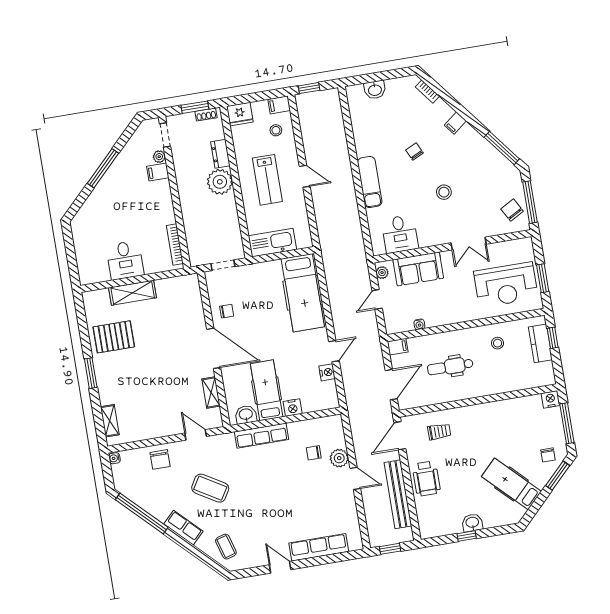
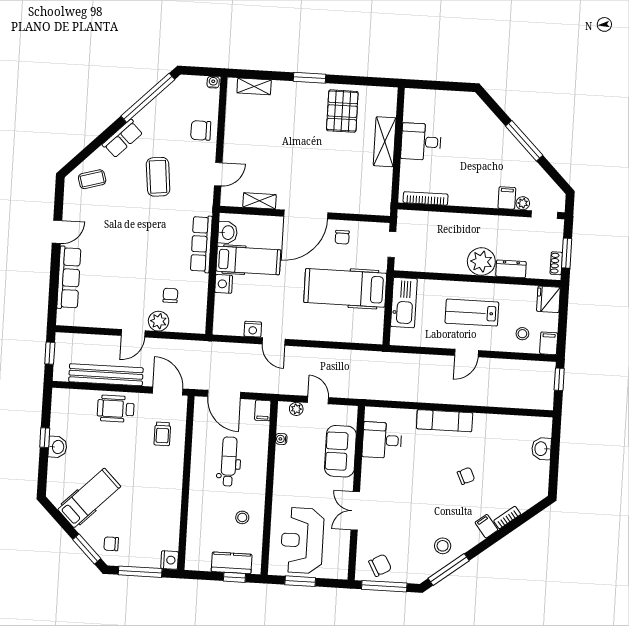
bookcase: (427, 92) -> (507, 518), moved
stool: (444, 192) -> (443, 546), moved
plant: (382, 273) -> (296, 409), moved
hospital bed: (303, 293) -> (345, 288), moved
coffee table: (210, 488) -> (158, 177), turned -37

